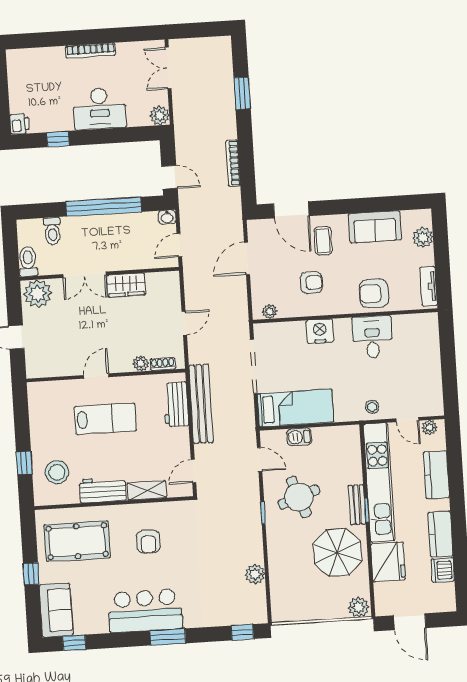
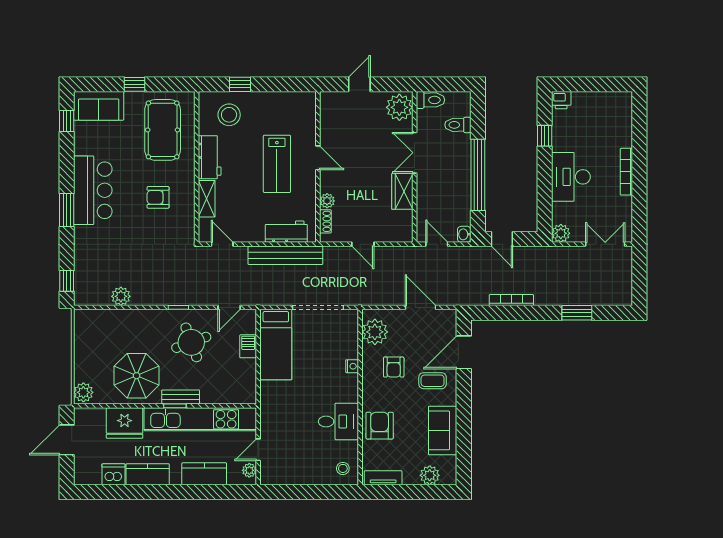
door: (169, 177) -> (502, 239), hinge flipped
plant: (270, 311) -> (375, 332), width x1.88, depth x1.88
nightstand: (320, 331) -> (352, 366), width x0.53, depth x0.56
stool: (372, 407) -> (343, 468), moved

